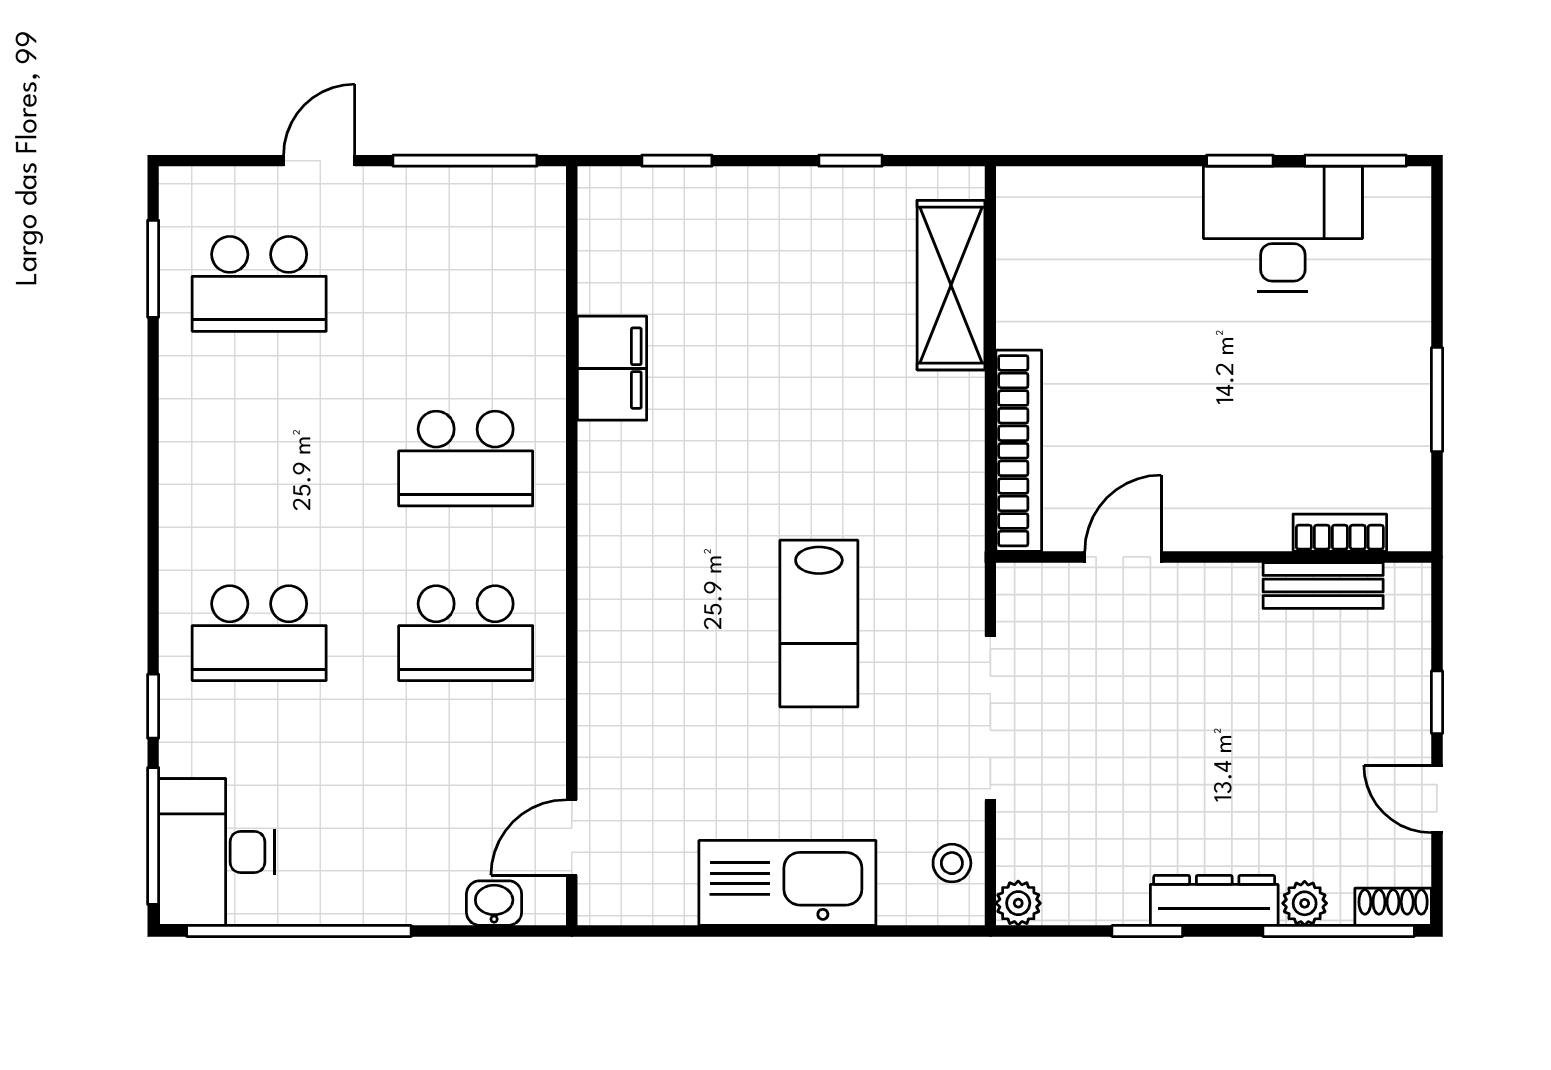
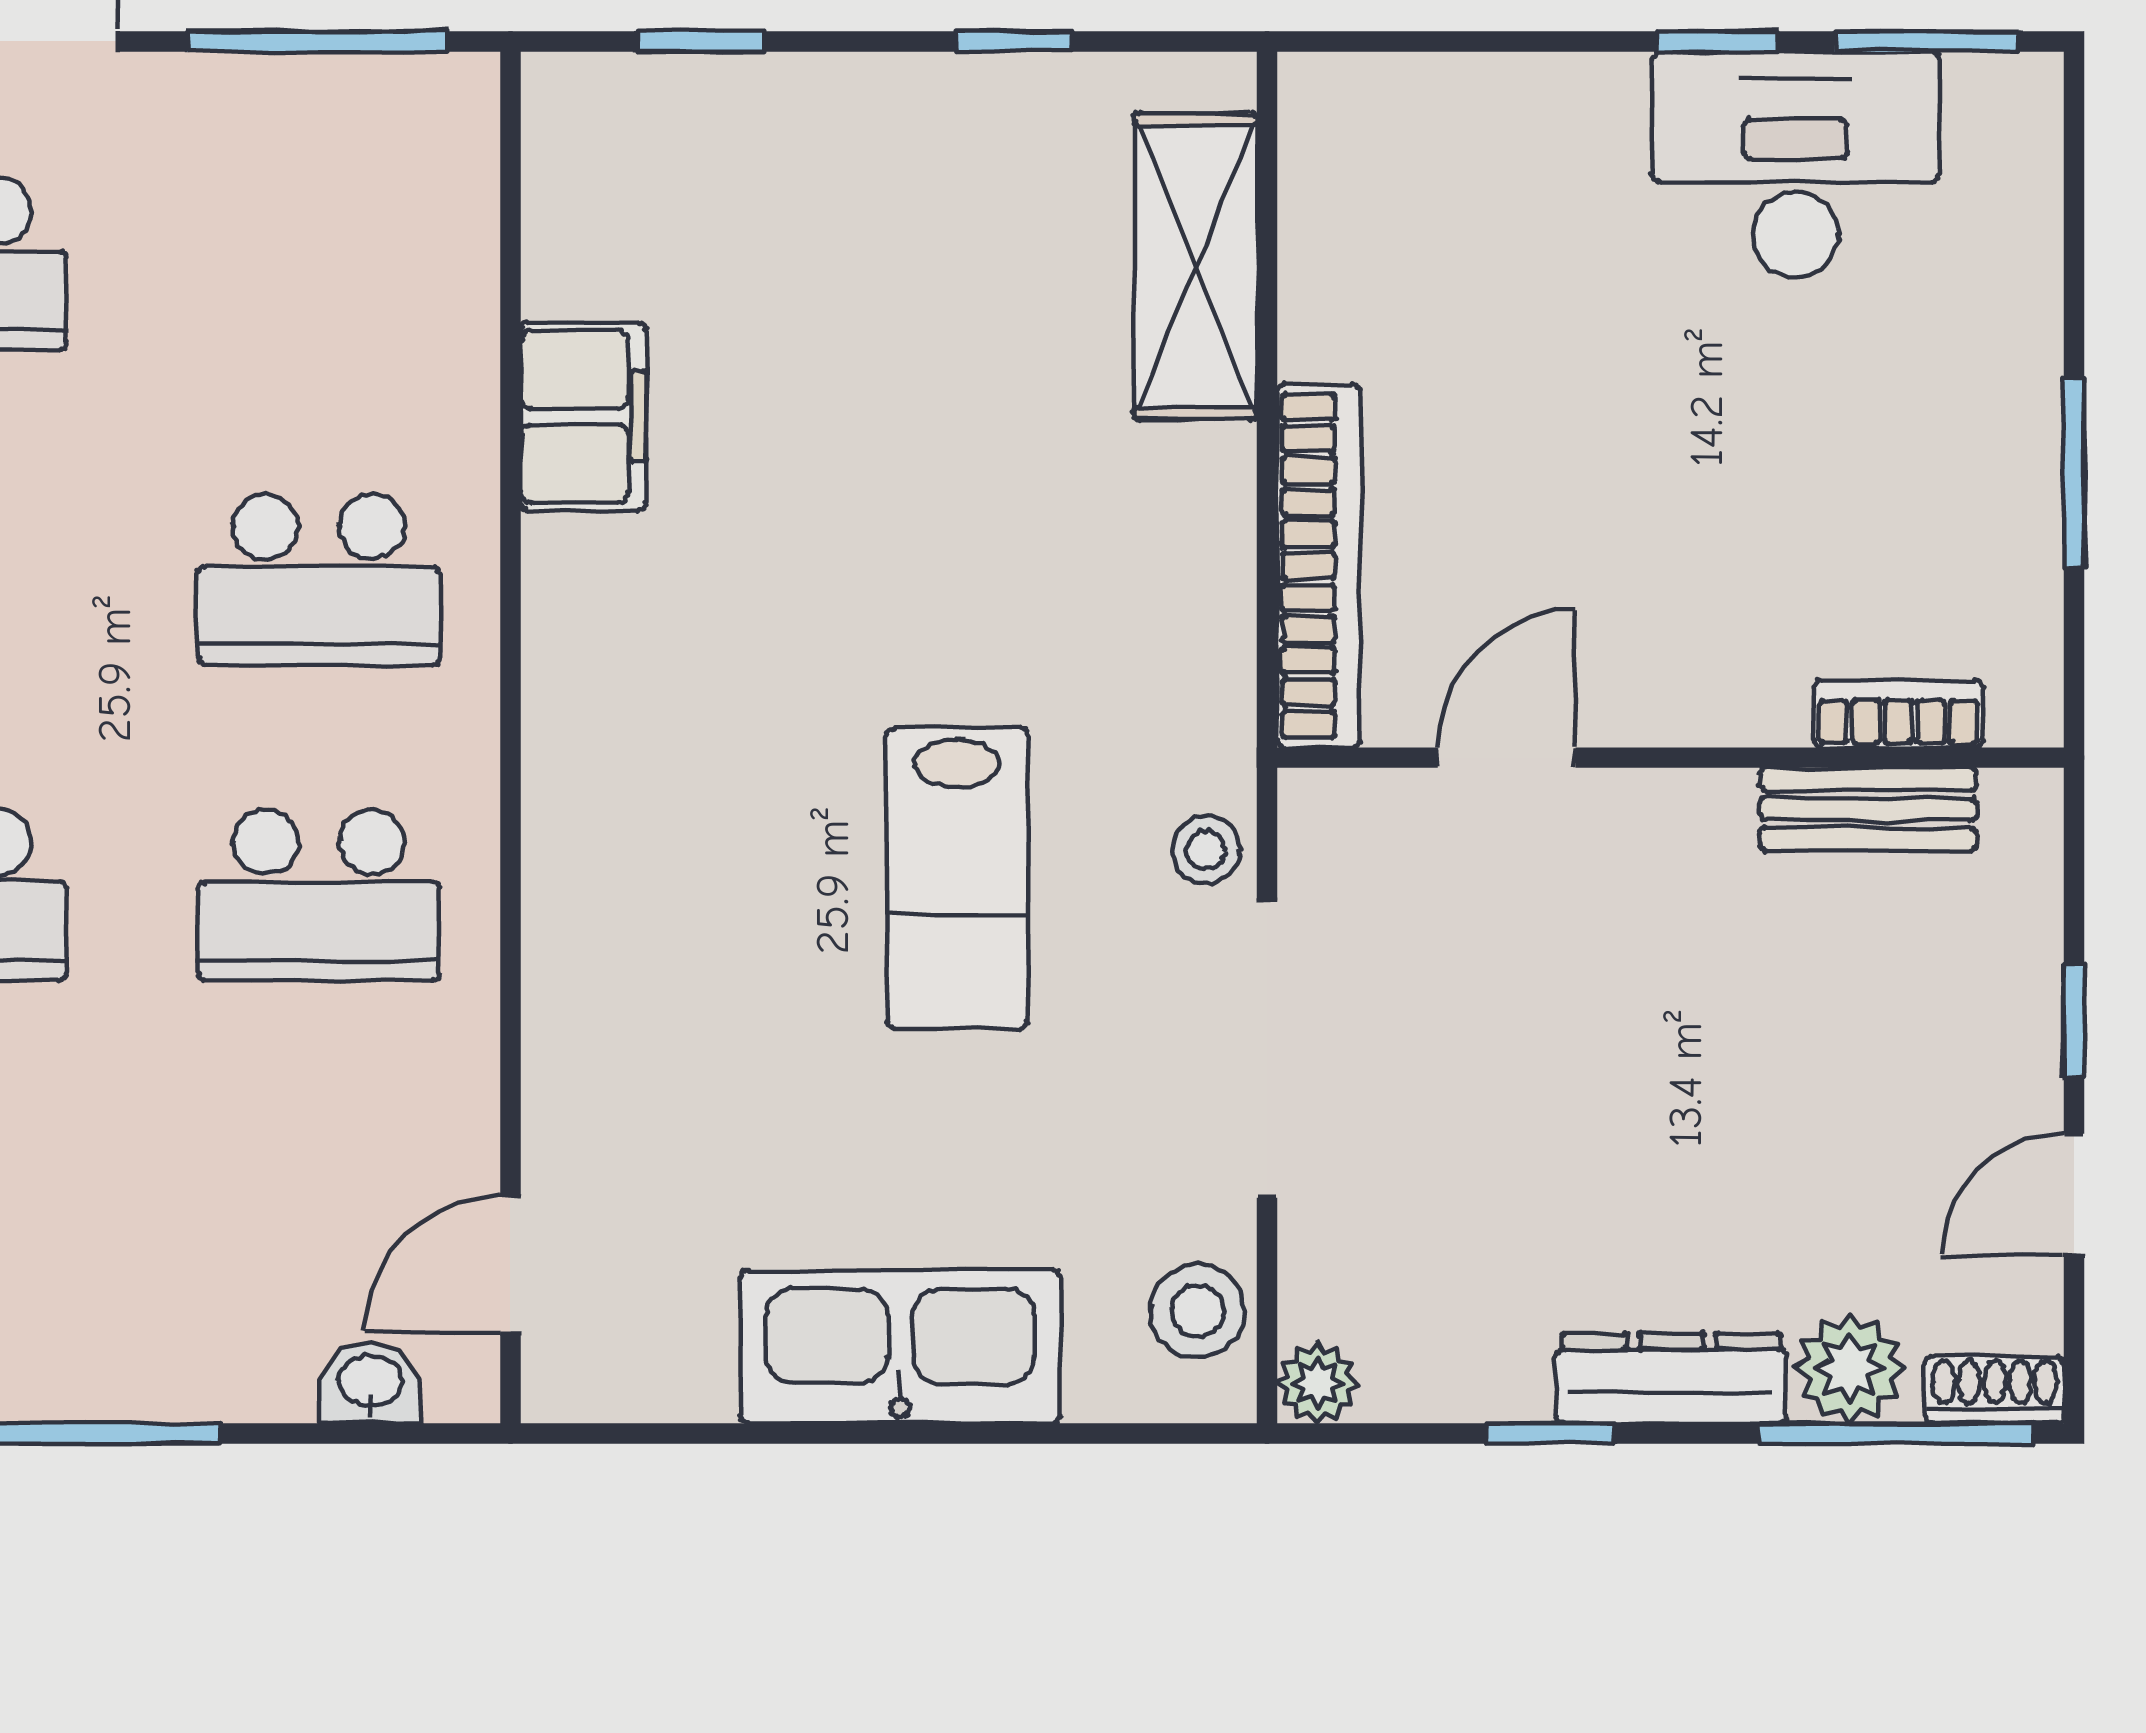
stool: (957, 608) -> (1206, 850), added
door: (1437, 799) -> (2074, 1195), hinge flipped
stool: (952, 863) -> (1197, 1311), width x1.37, depth x1.37
plant: (1305, 903) -> (1850, 1368), width x1.38, depth x1.38

